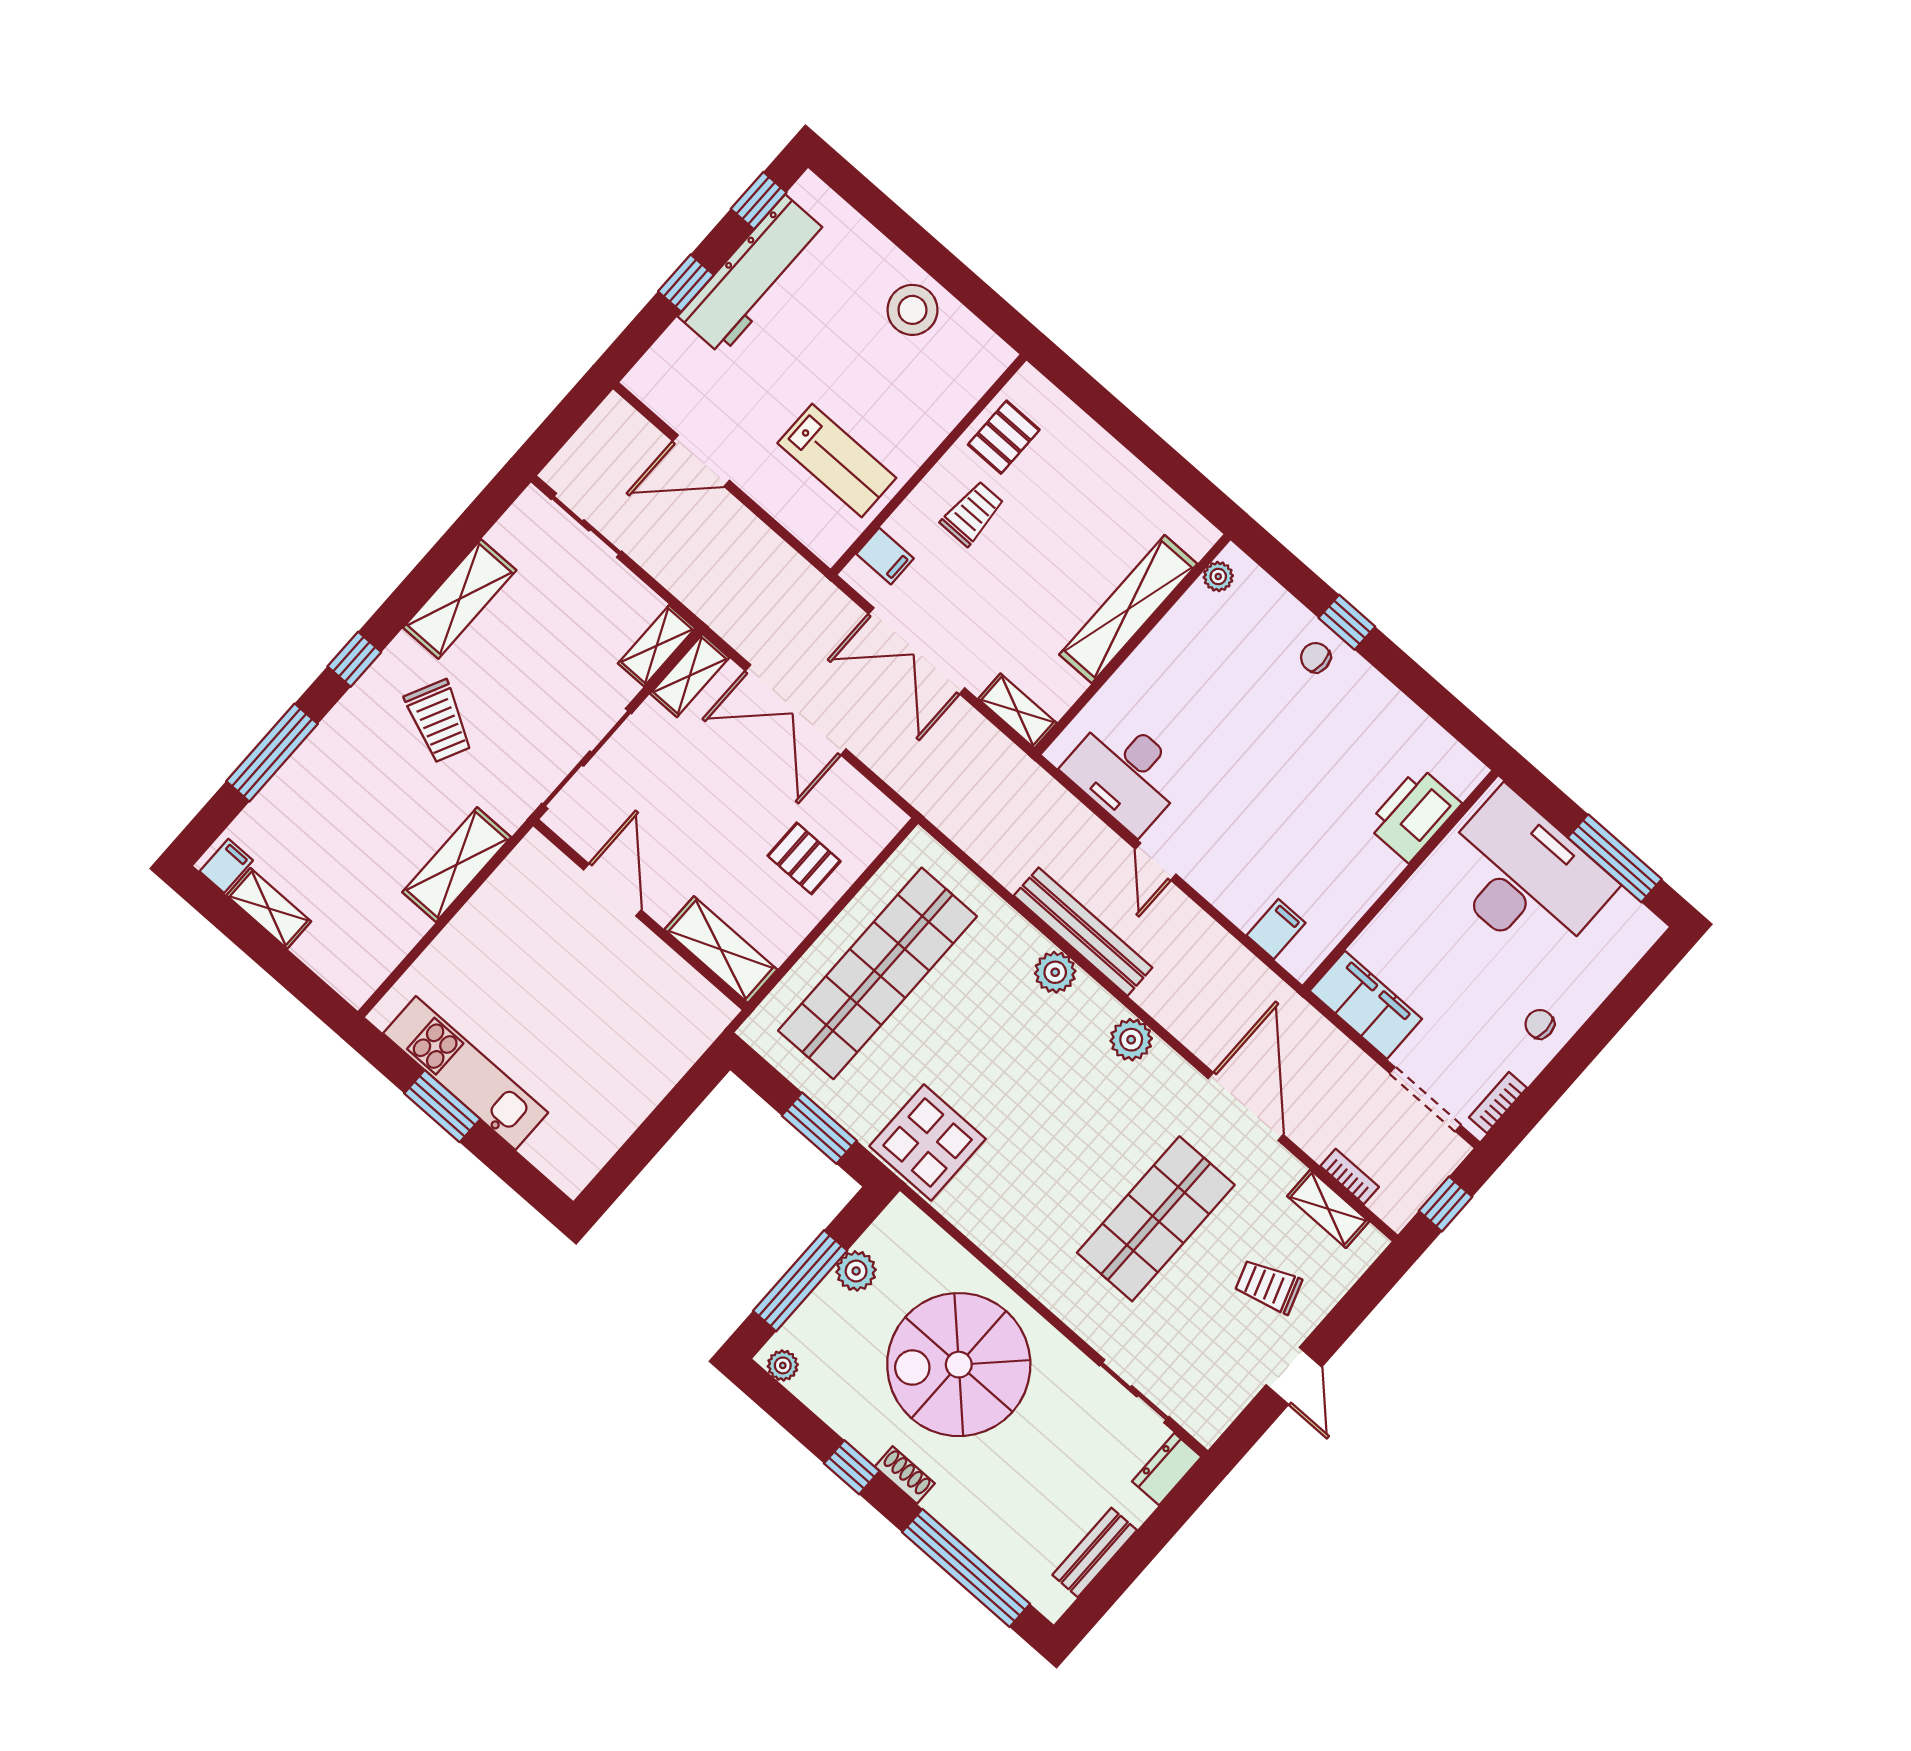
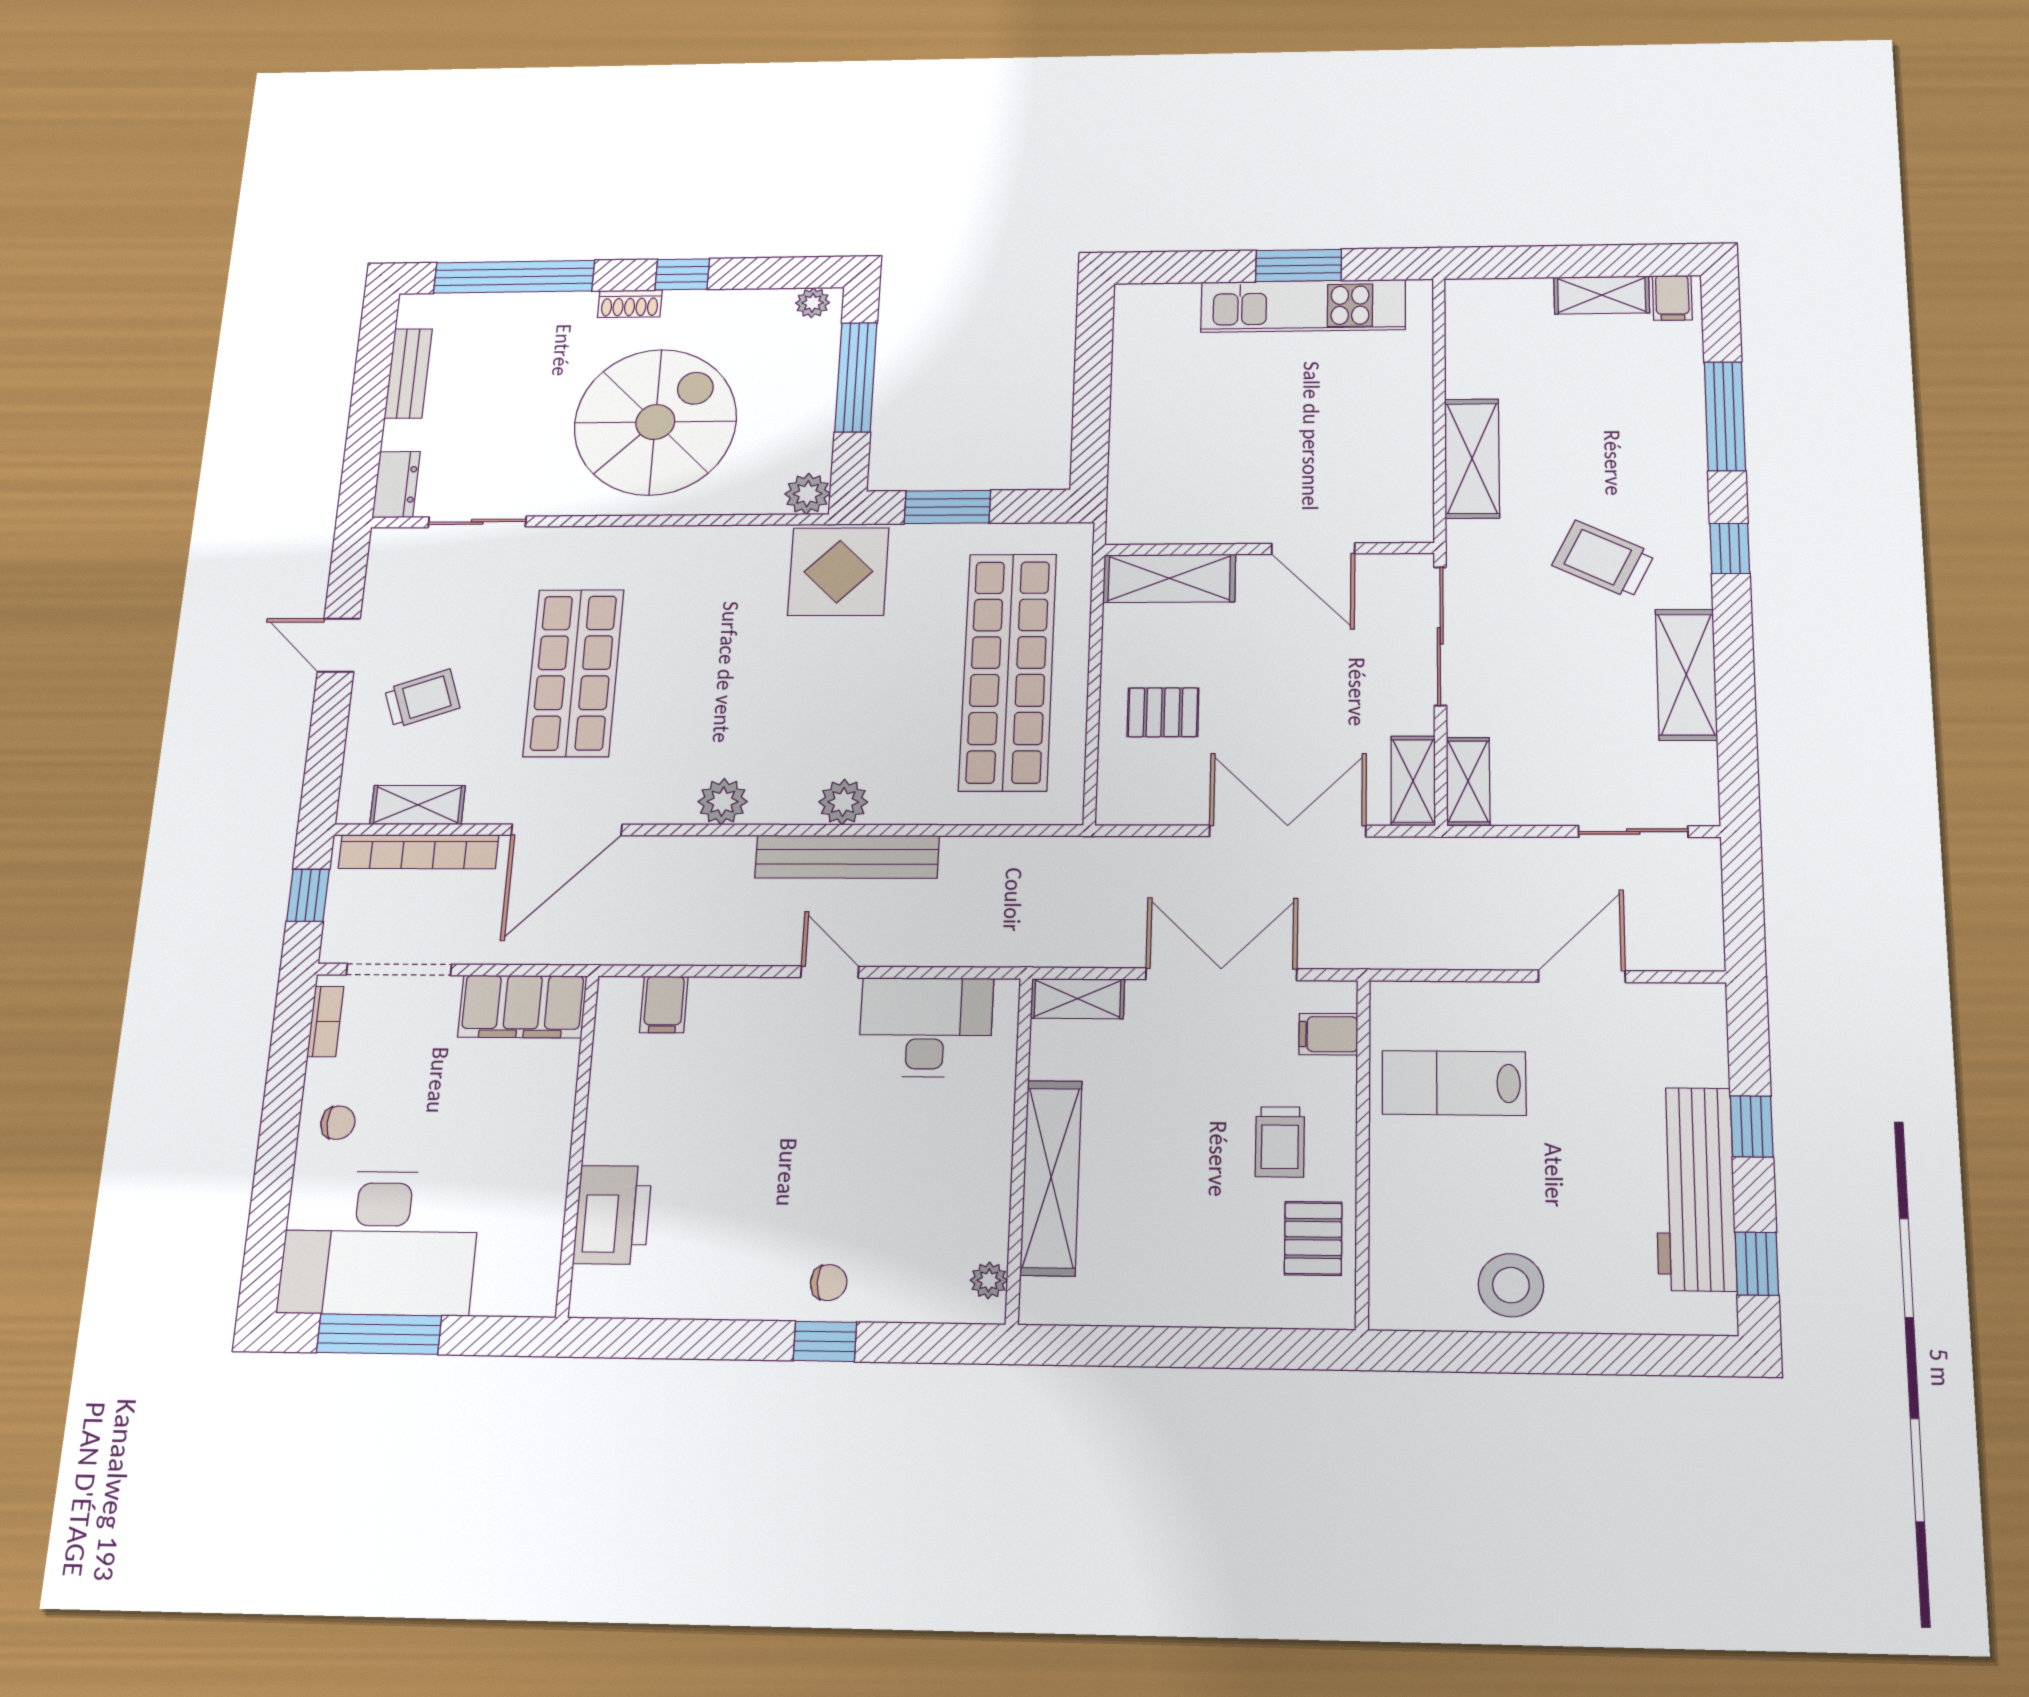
desk: (1524, 877) -> (380, 1243), moved
door: (1246, 1106) -> (567, 830), hinge flipped
bookcase: (1350, 1177) -> (418, 852), width x2.31, depth x1.31
plant: (856, 1271) -> (808, 494), moved

